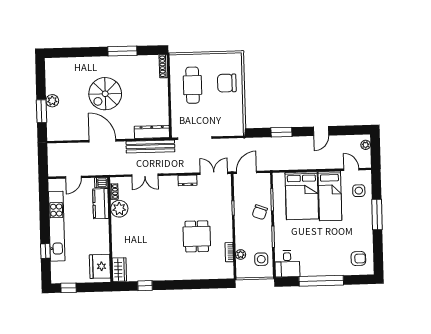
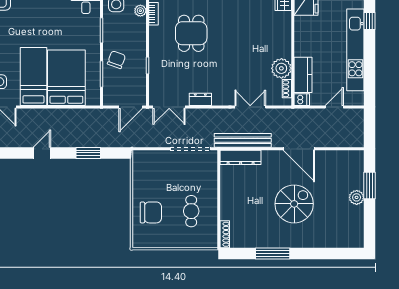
cafe table: (193, 85) -> (191, 211), width x0.73, depth x0.74

